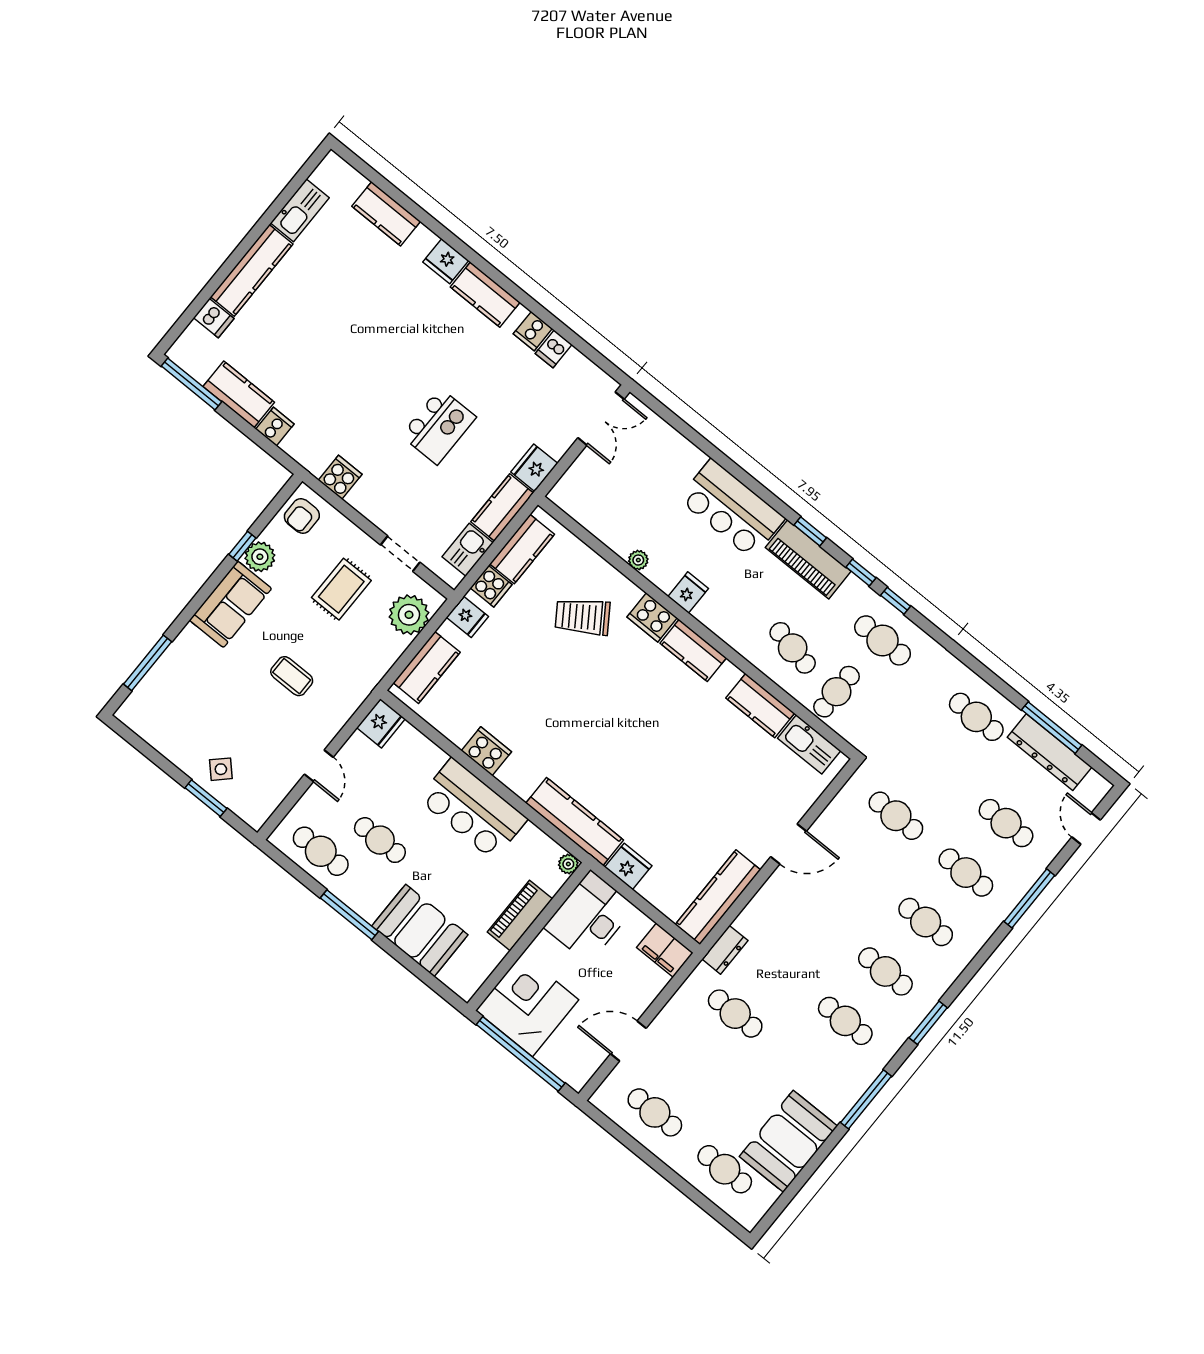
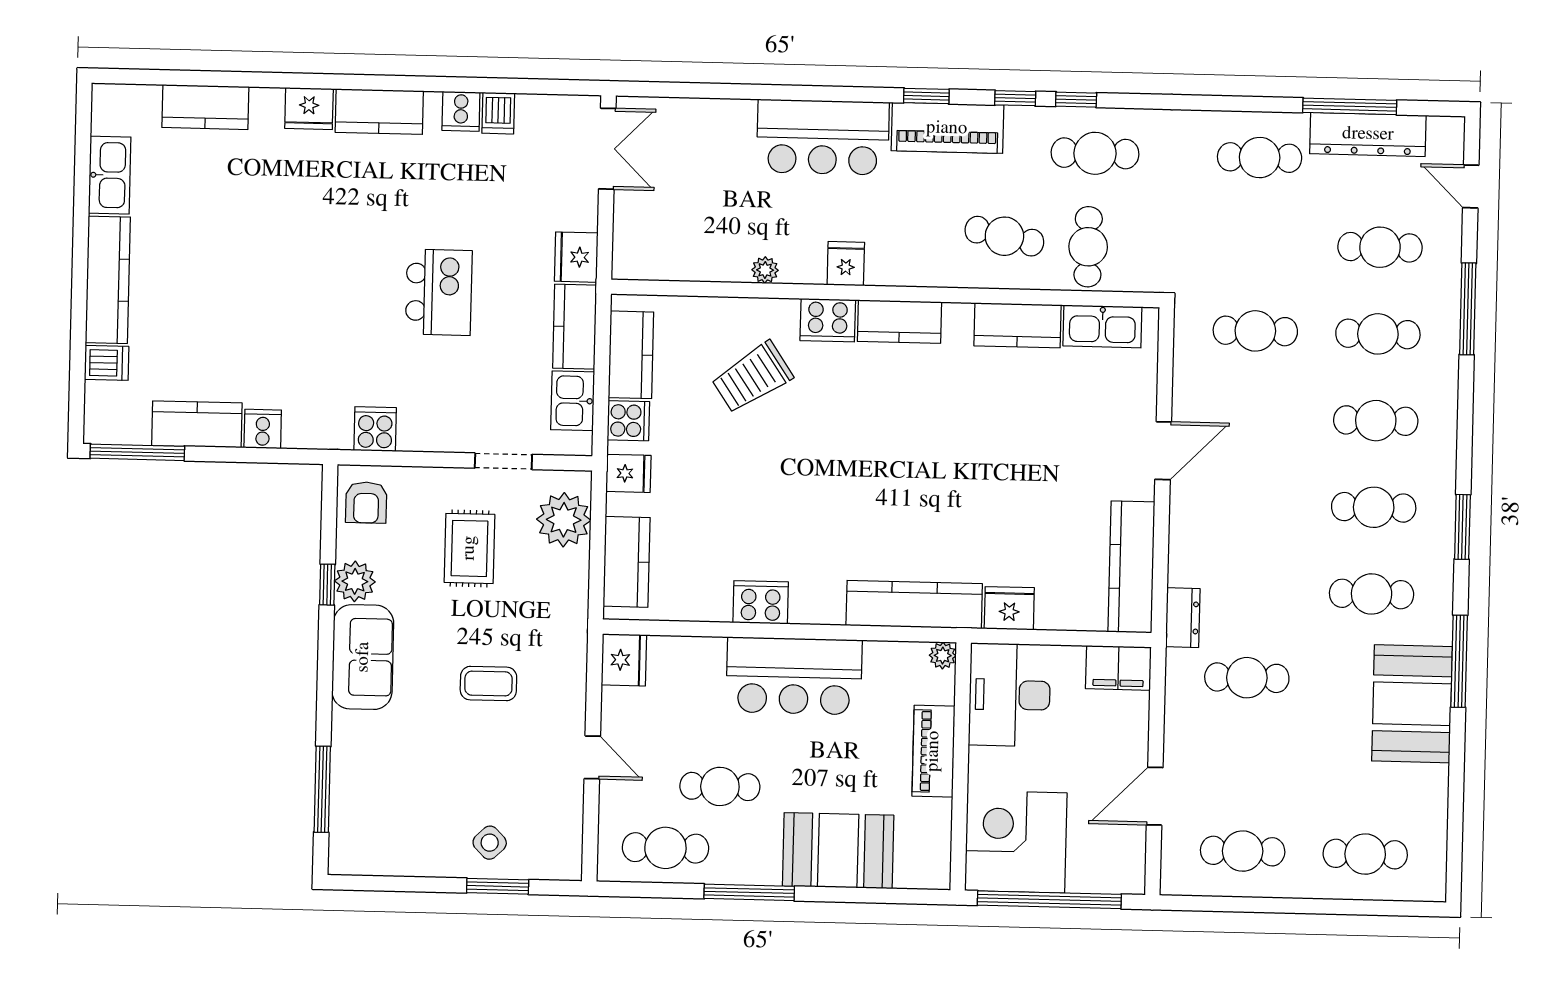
booth: (788, 1141) -> (1412, 704), moved

